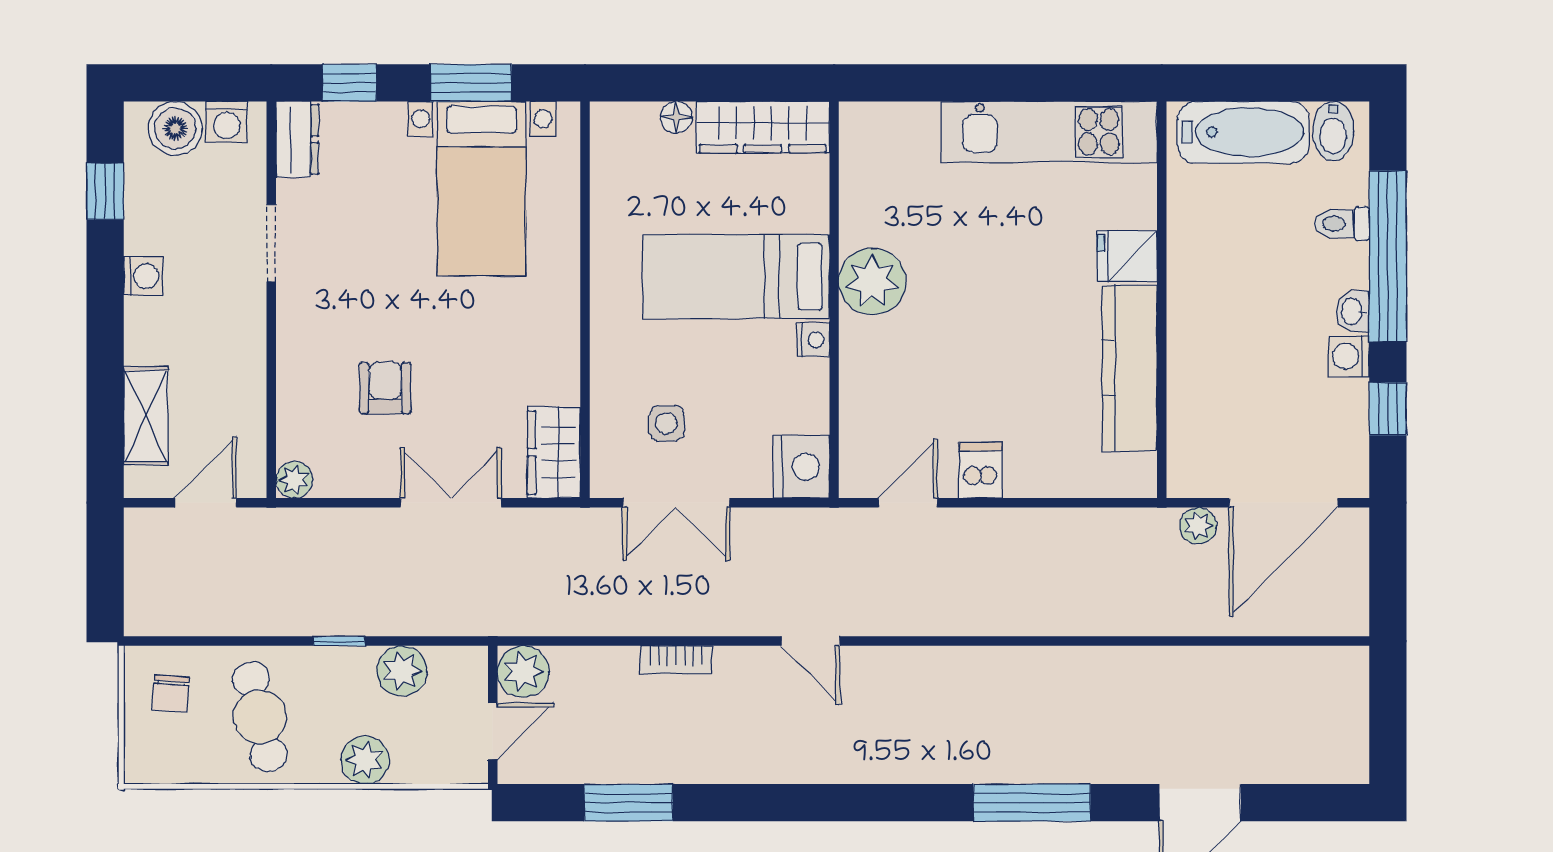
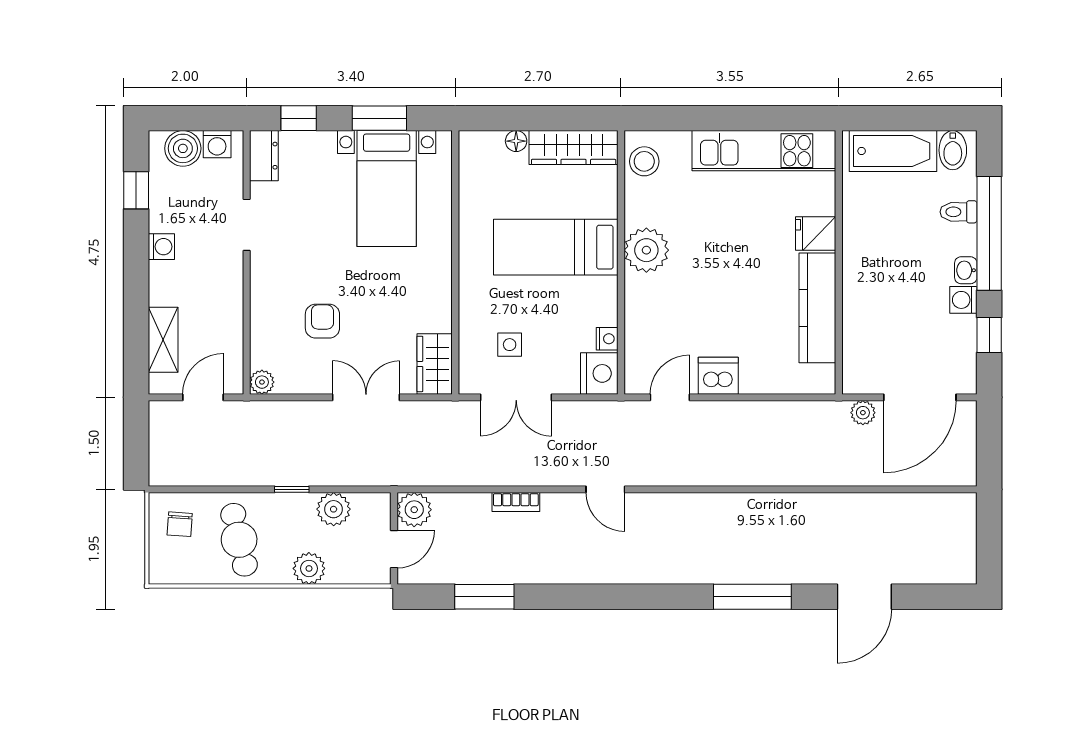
stool: (869, 148) -> (644, 161), added
nightstand: (813, 340) -> (607, 339), moved
dishwasher: (980, 470) -> (718, 376), width x1.38

